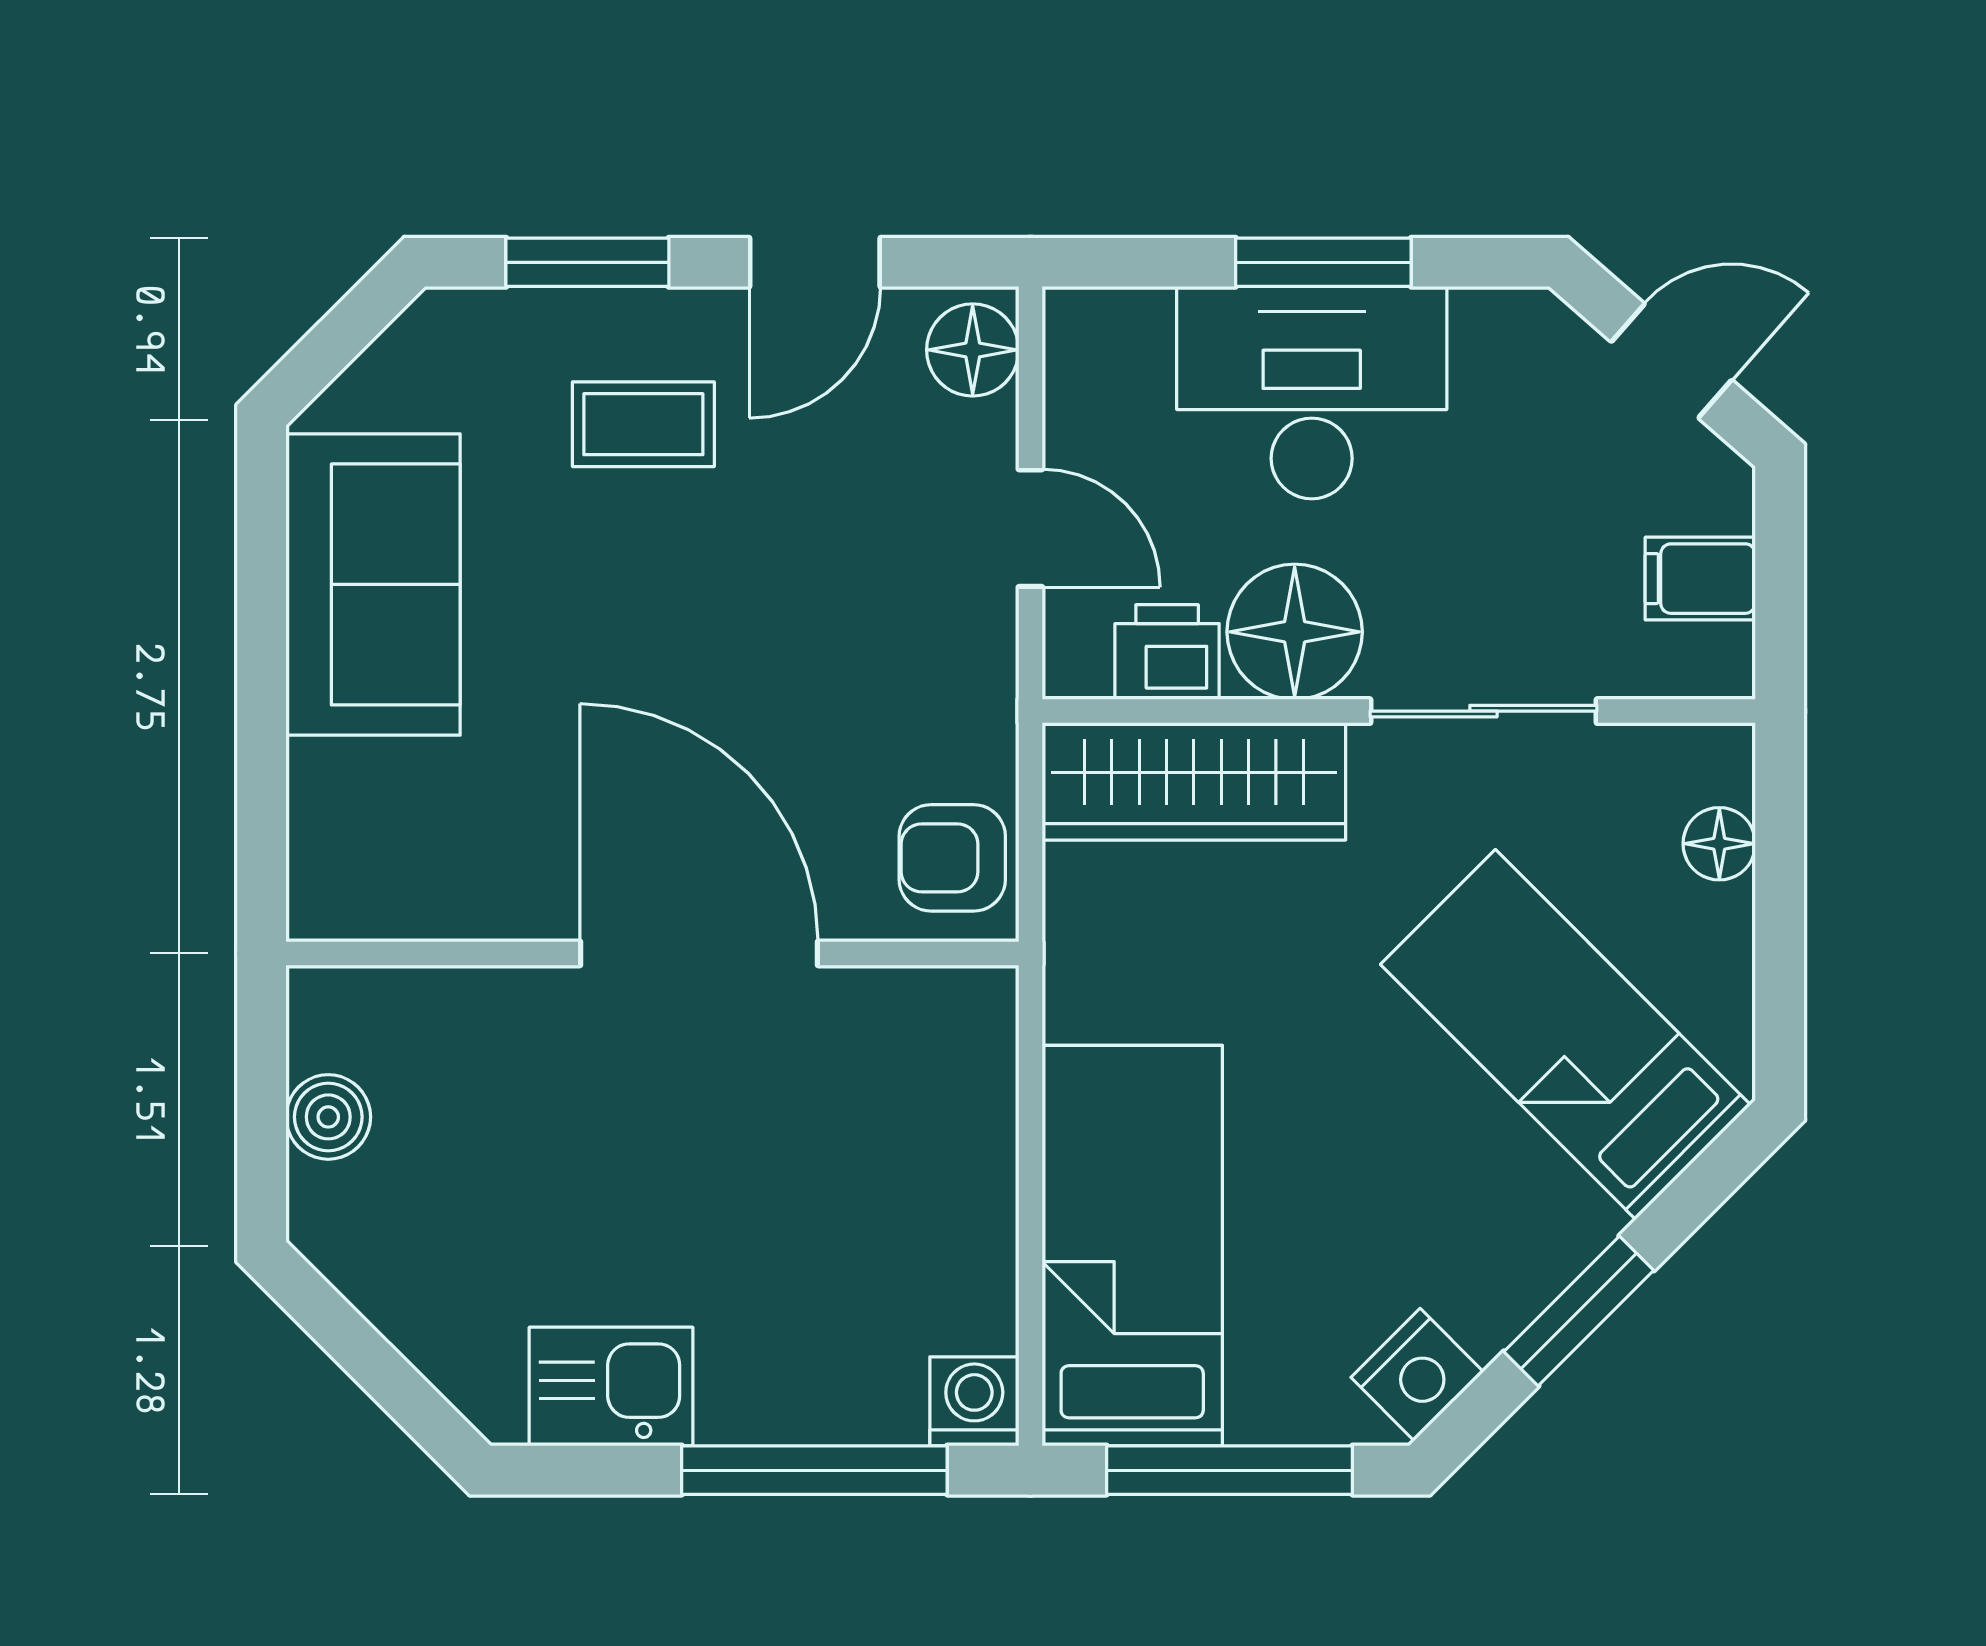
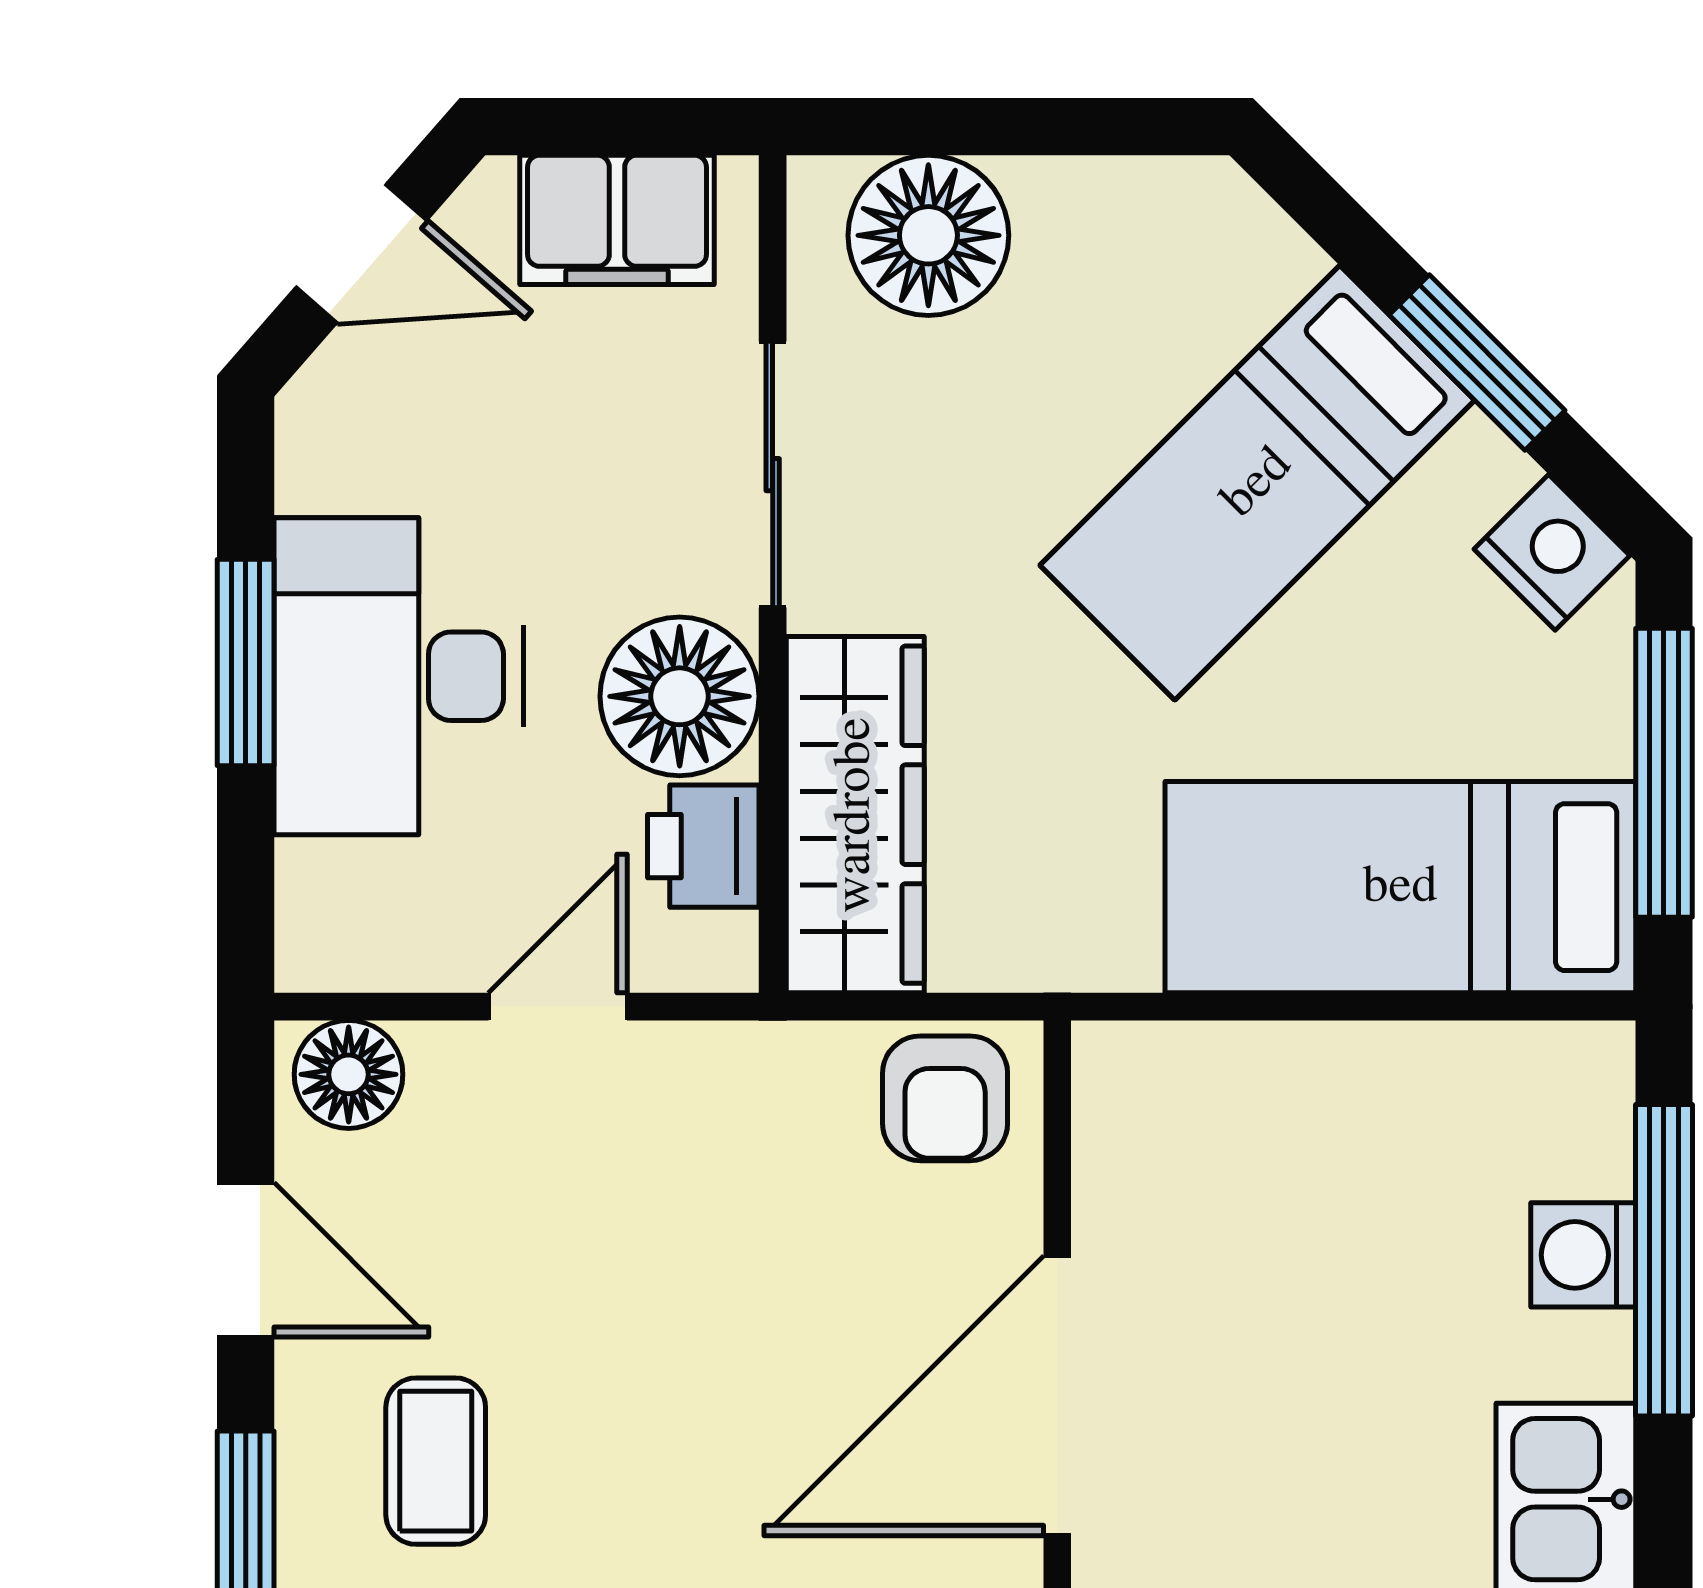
door: (1672, 361) -> (361, 254), swing flipped
filing cabinet: (1700, 579) -> (617, 220), width x2.00
floor lamp: (1719, 844) -> (928, 235), width x1.89, depth x1.89
bed: (1566, 1035) -> (1257, 483), moved
washing machine: (974, 1401) -> (1583, 1255), moved

